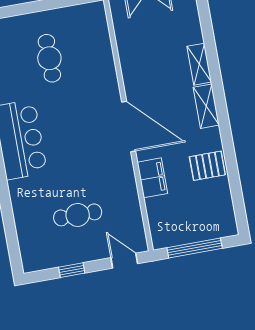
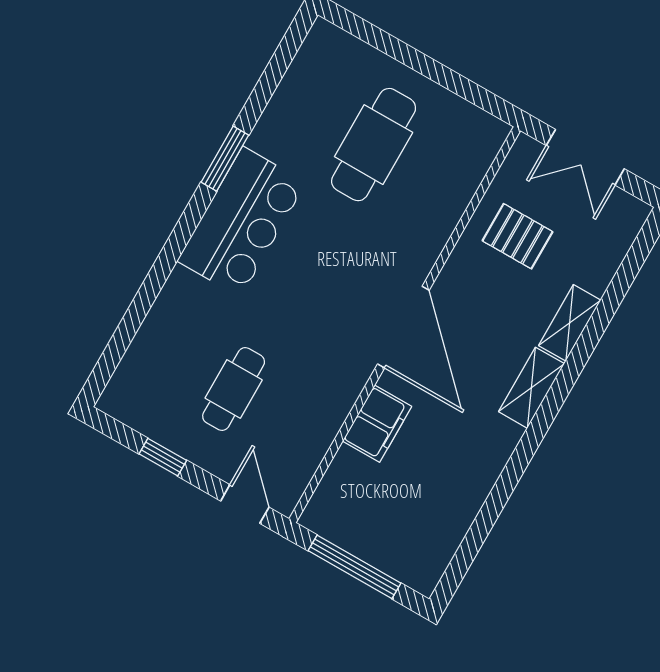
cafe table: (49, 58) -> (374, 145), width x1.37, depth x1.35
pallet: (207, 166) -> (518, 236), moved
cafe table: (78, 215) -> (234, 389), turned 90

